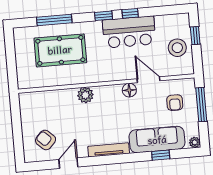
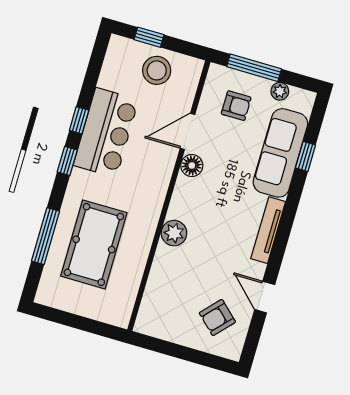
plant: (195, 142) -> (280, 91), moved

